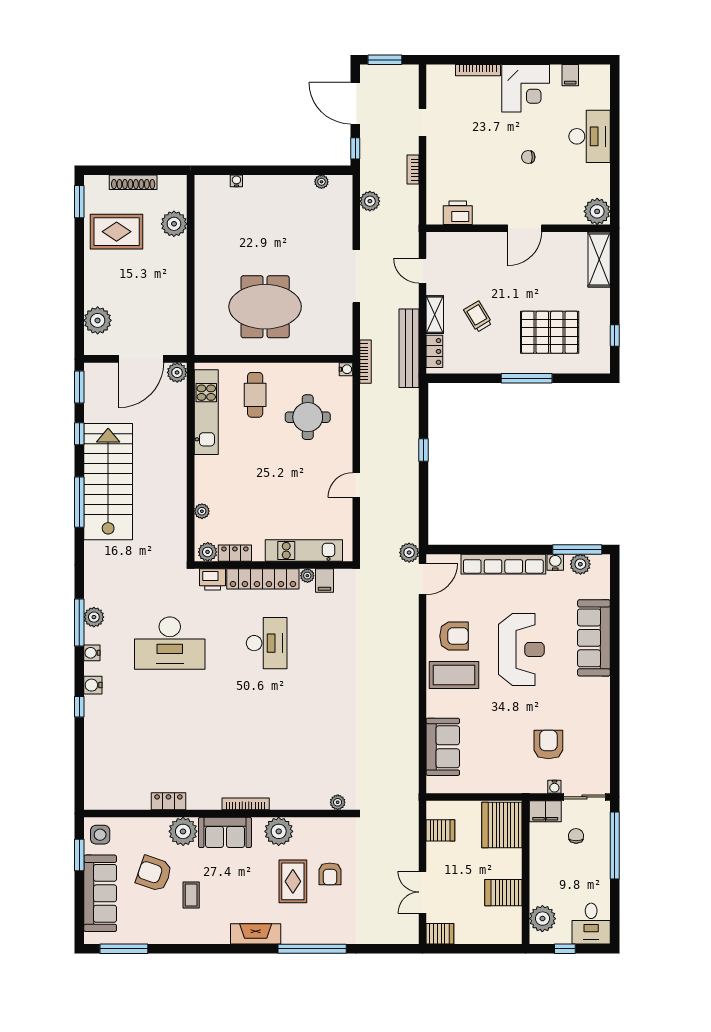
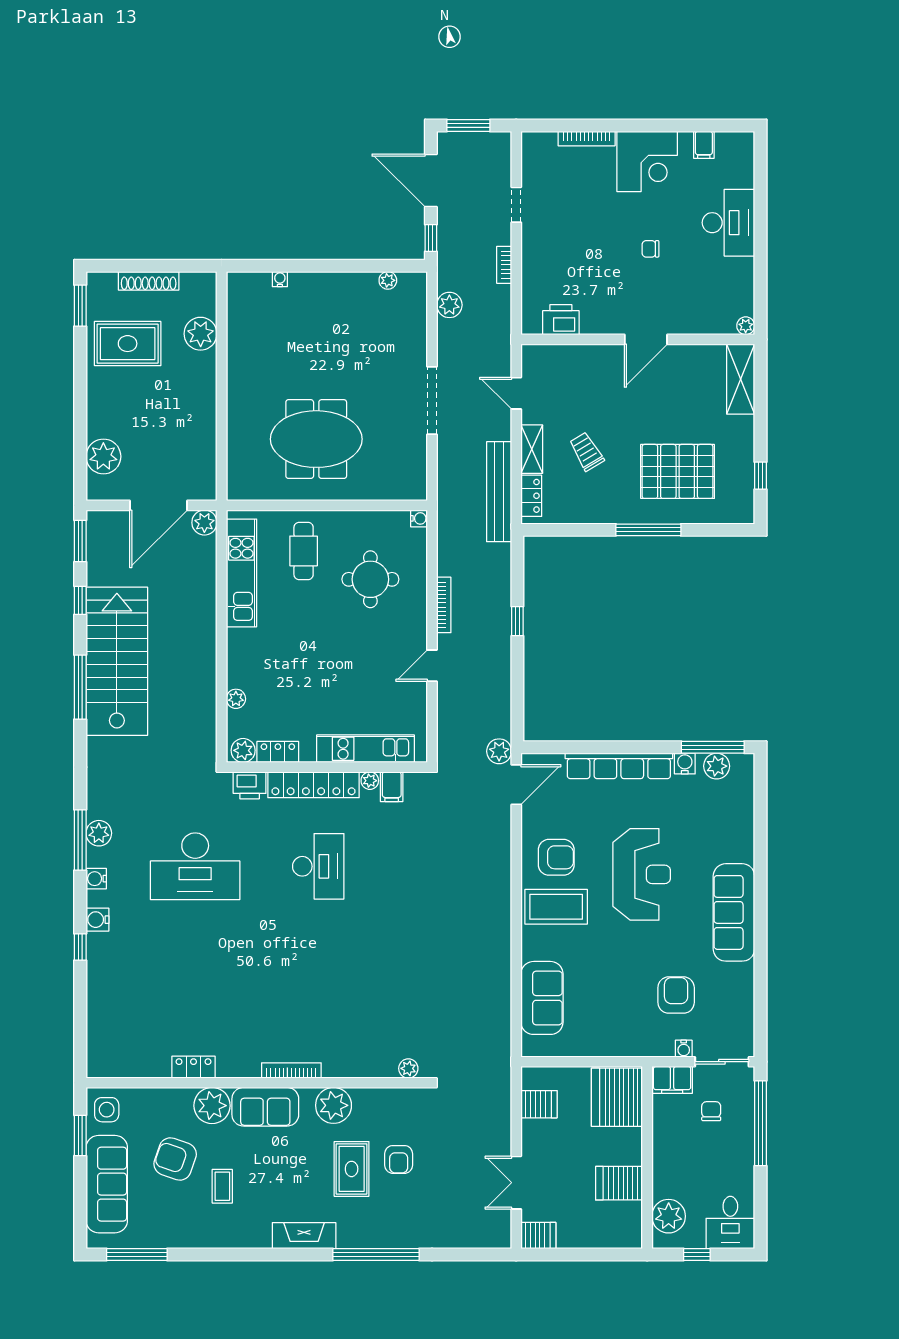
plant: (597, 211) -> (746, 326), width x0.53, depth x0.53
bookcase: (366, 362) -> (444, 605), moved
sofa: (594, 638) -> (734, 912), moved

